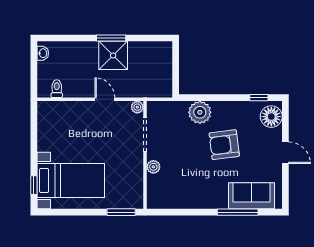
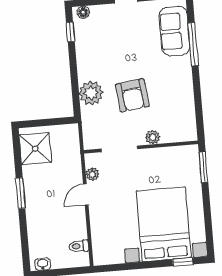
shower: (113, 55) -> (35, 149), moved
plant: (137, 107) -> (92, 174), moved
floor lamp: (271, 117) -> (83, 12), width x0.53, depth x0.53
armchair: (224, 145) -> (132, 95), moved
bed with nightstands: (71, 181) -> (164, 224), width x1.36

